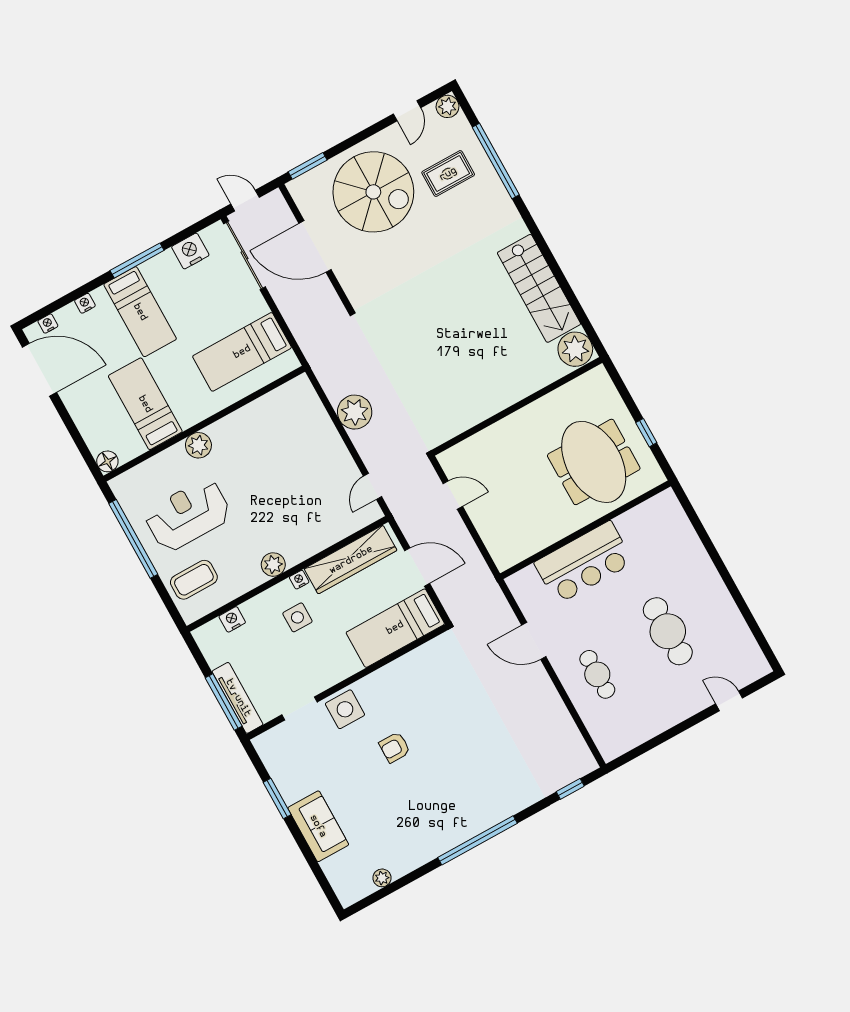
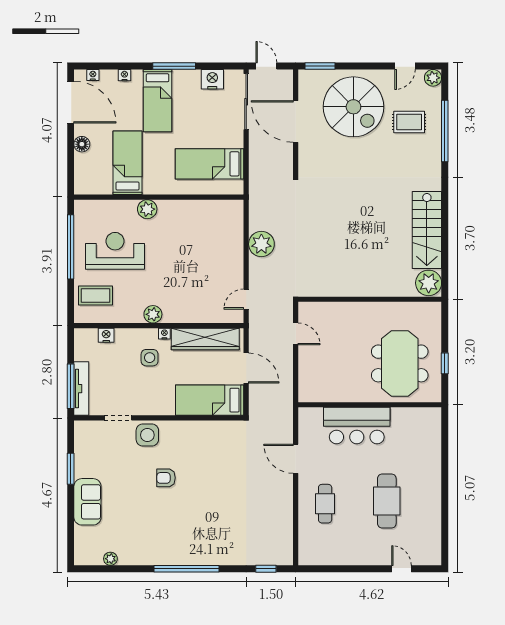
floor lamp: (107, 461) -> (82, 144), moved

